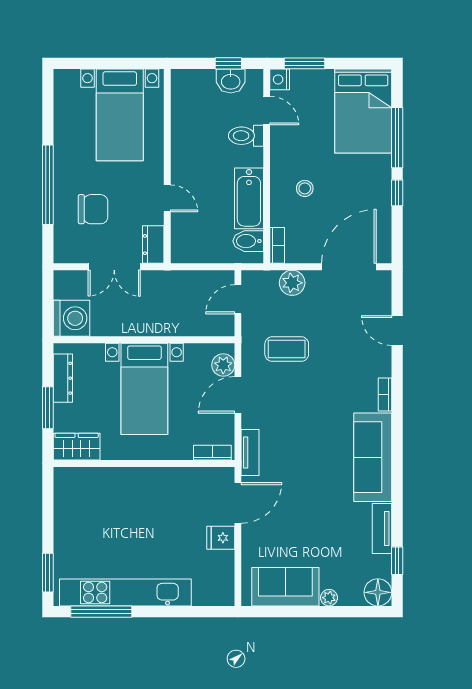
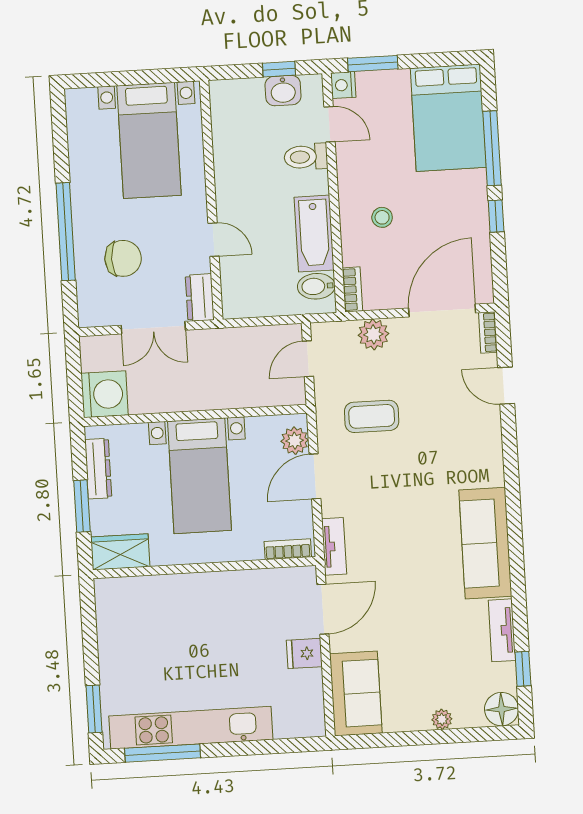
bookcase: (385, 394) -> (488, 332), moved
sofa: (285, 587) -> (356, 693), moved, turned 90

